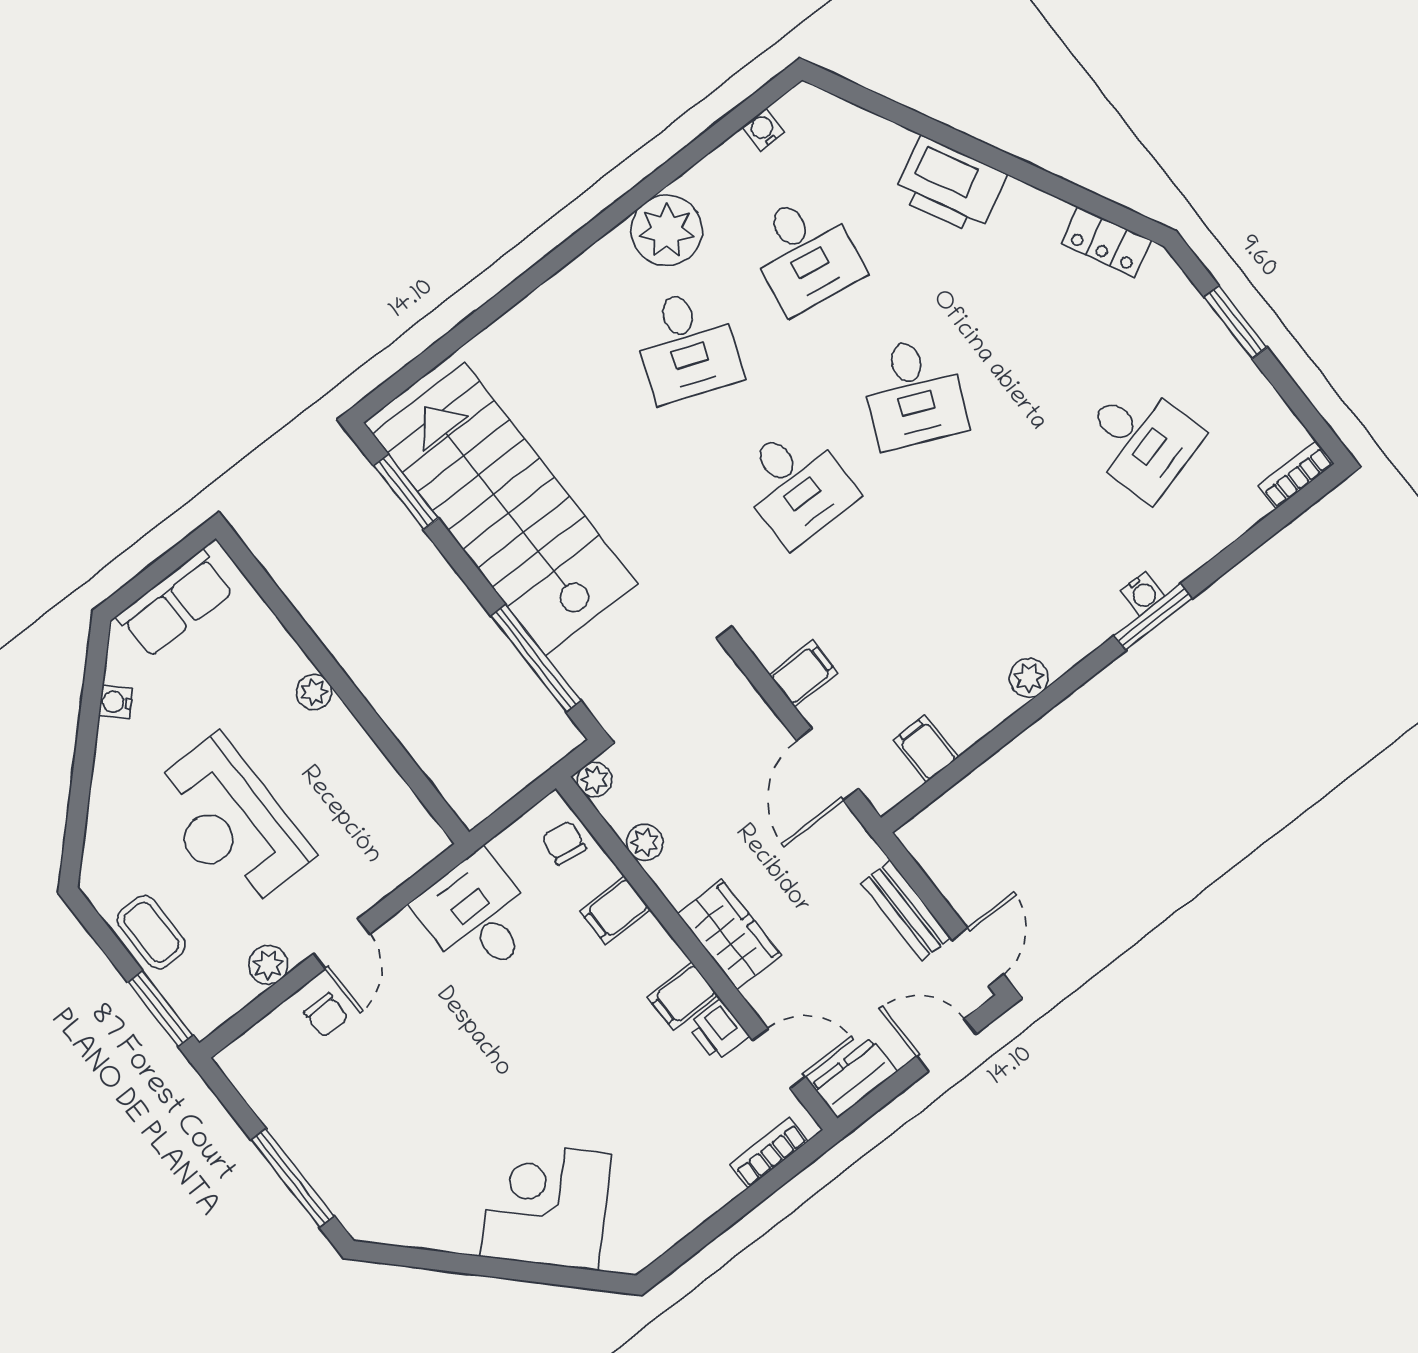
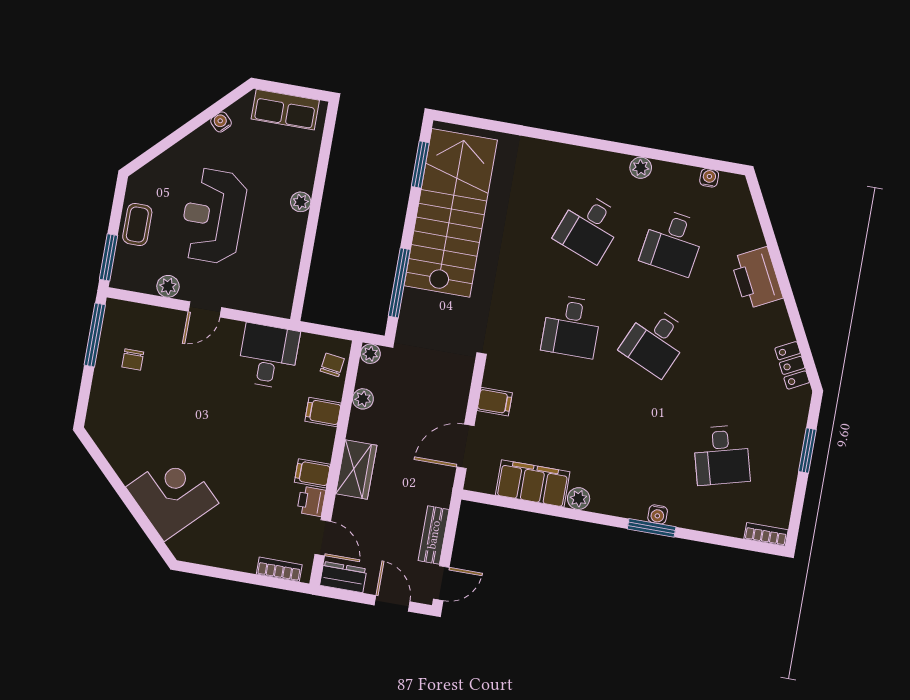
plant: (667, 230) -> (641, 168), width x0.53, depth x0.53
filing cabinet: (926, 749) -> (533, 483), width x3.00, depth x1.17
chair: (326, 1015) -> (133, 360), moved
window: (293, 1178) -> (95, 335), moved

